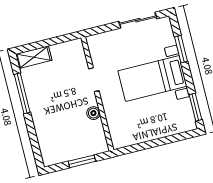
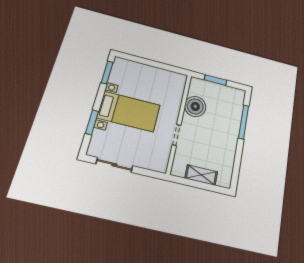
shelving: (34, 57) -> (201, 175), moved
window: (22, 93) -> (244, 122), moved
boiler: (93, 113) -> (195, 106), width x1.86, depth x1.86

